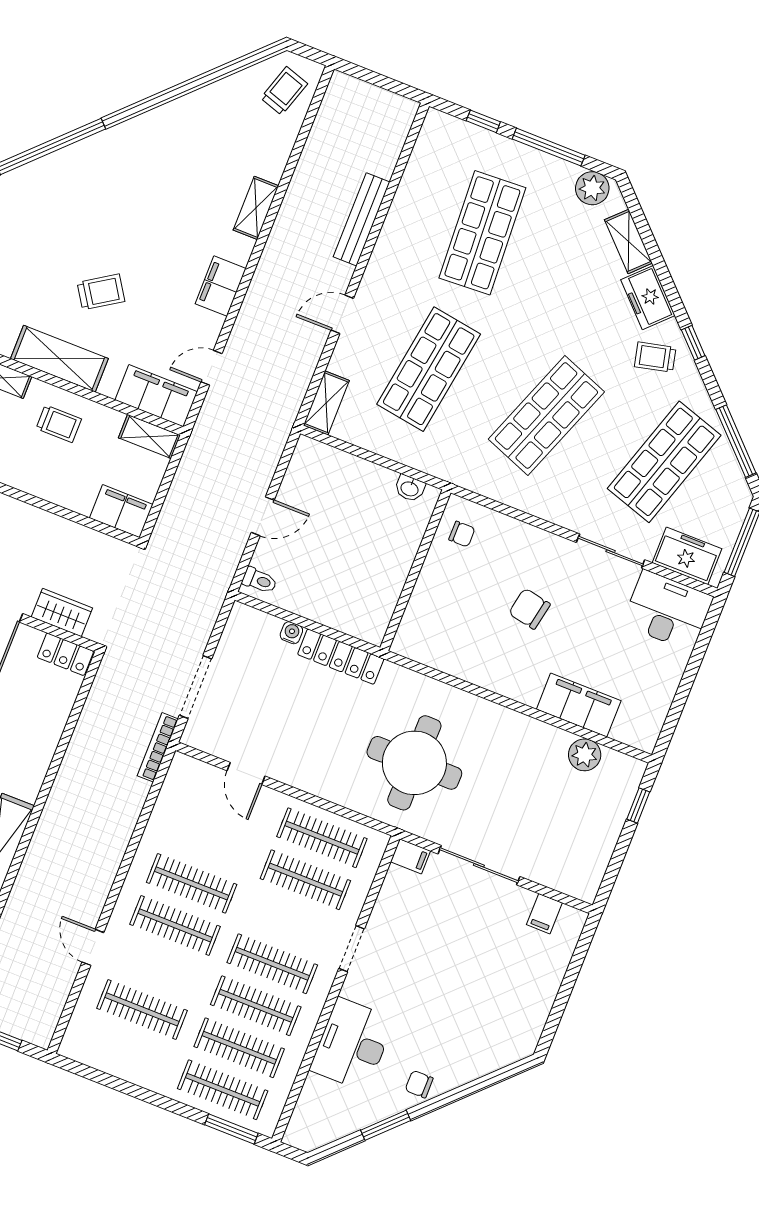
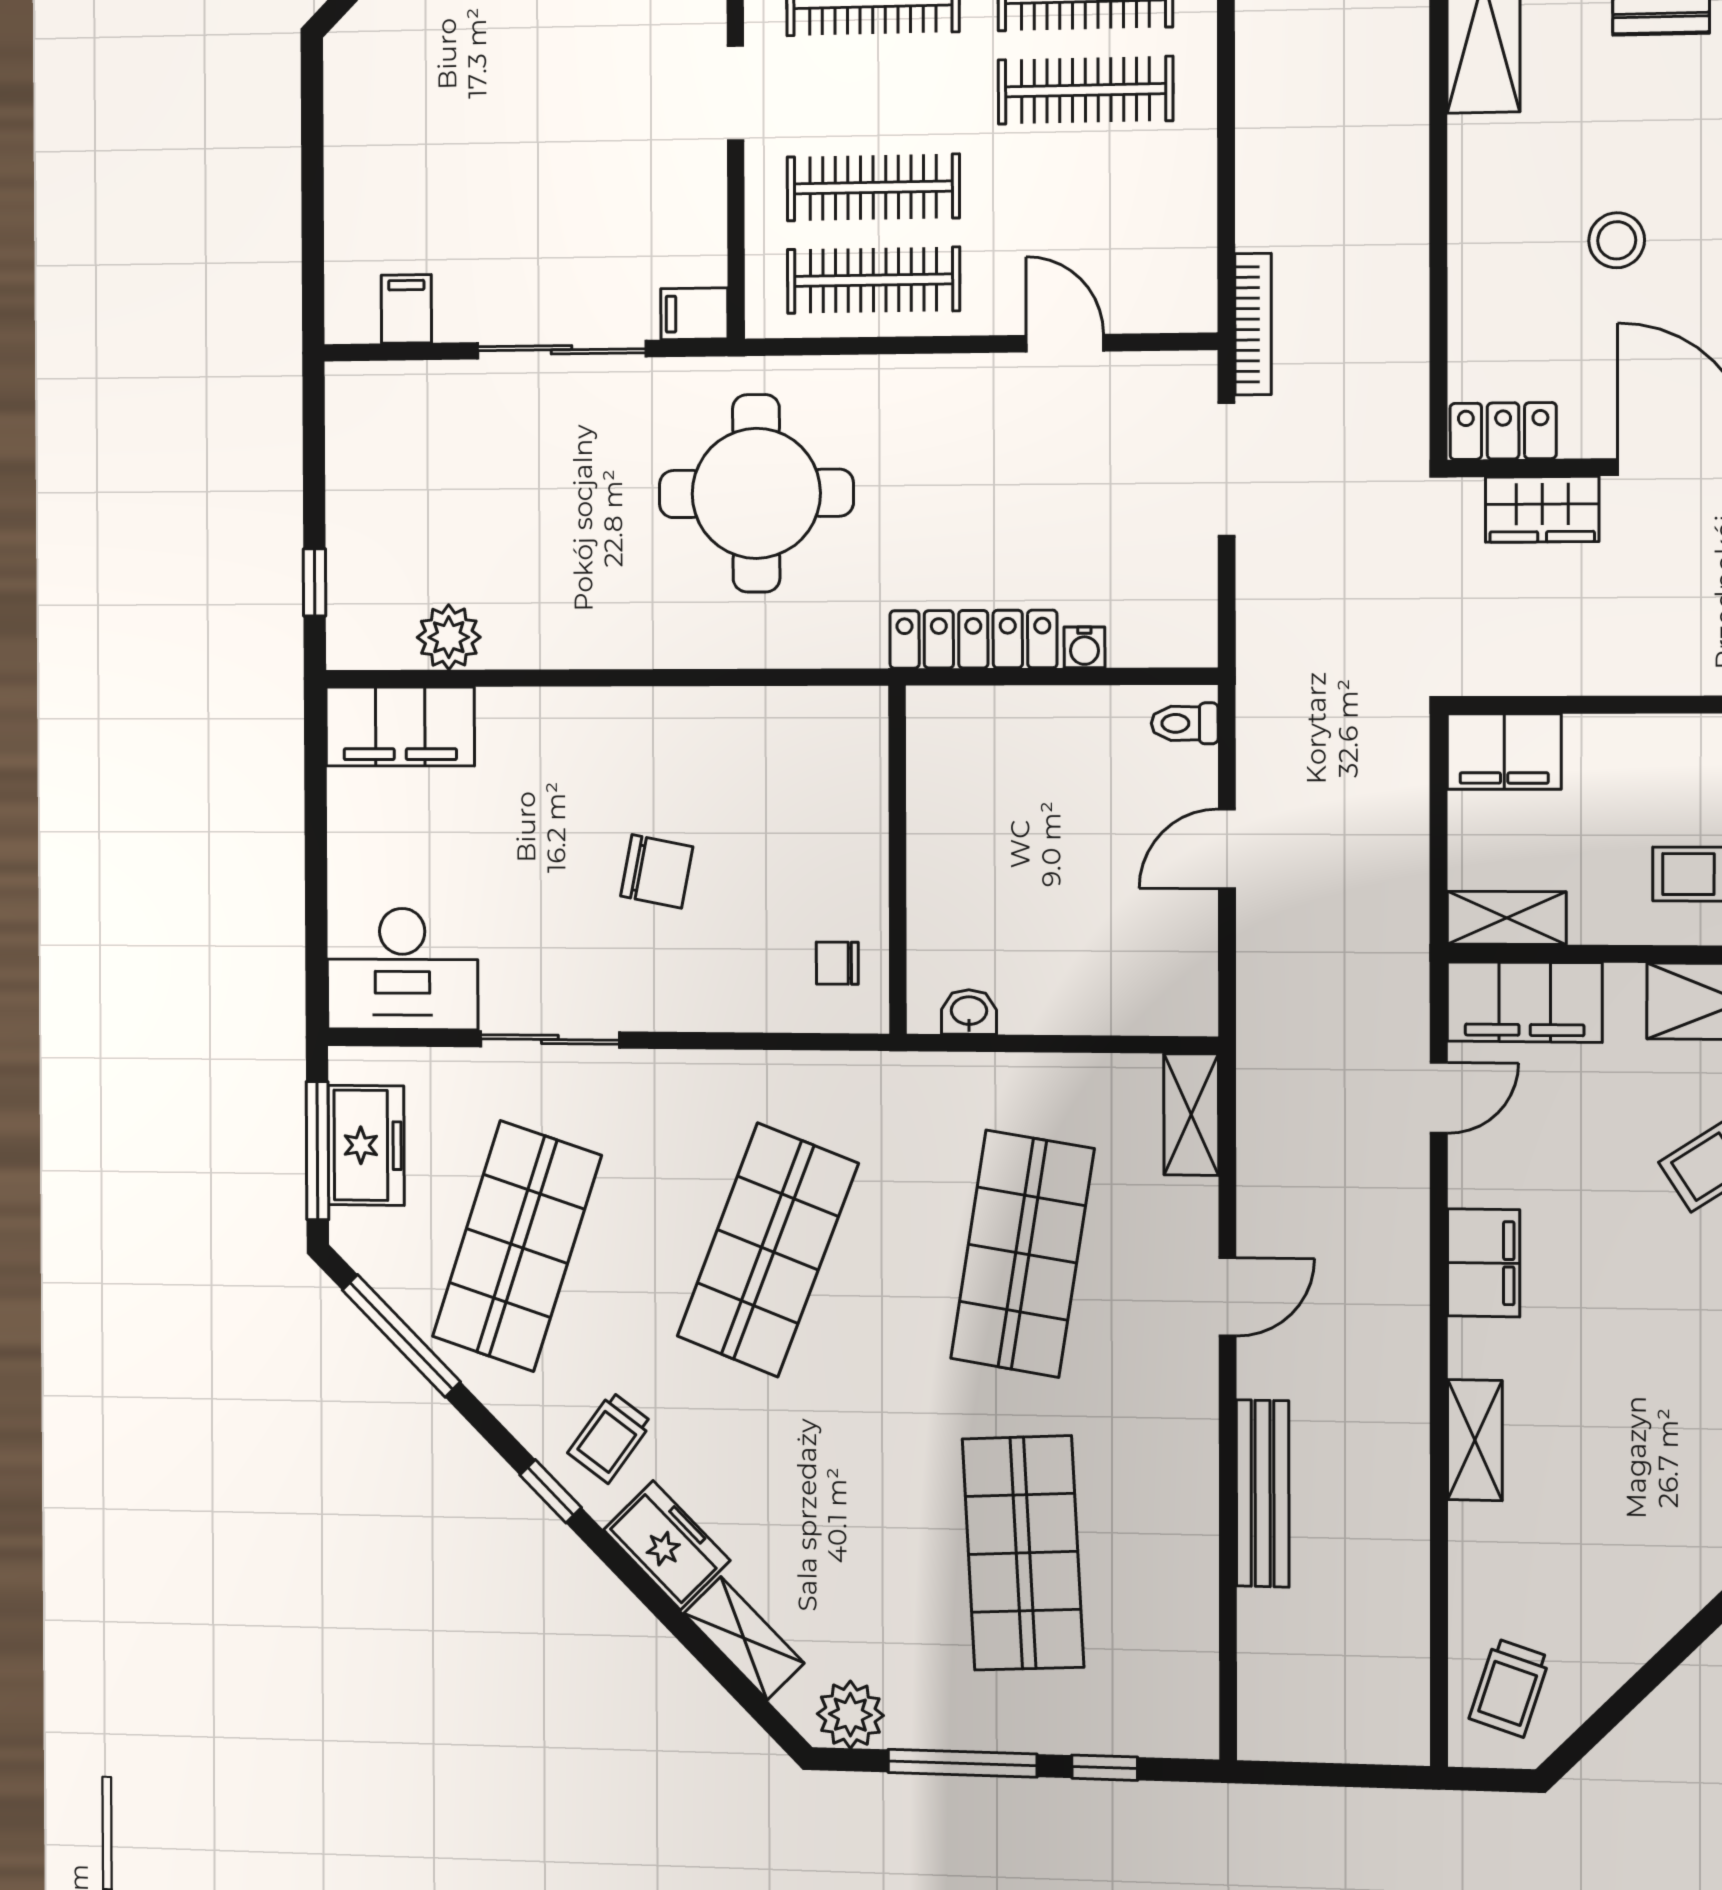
trolley: (655, 357) -> (610, 1438), turned 139
freezer: (687, 556) -> (366, 1145), moved, turned -90
filing cabinet: (579, 705) -> (400, 726), moved

